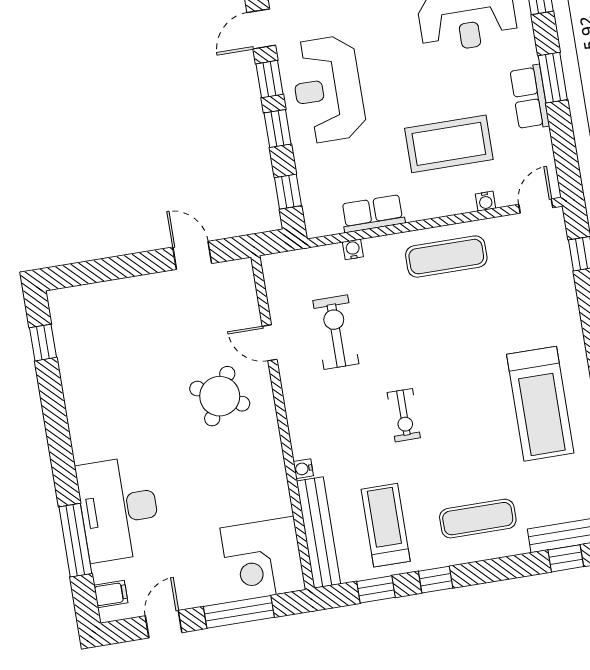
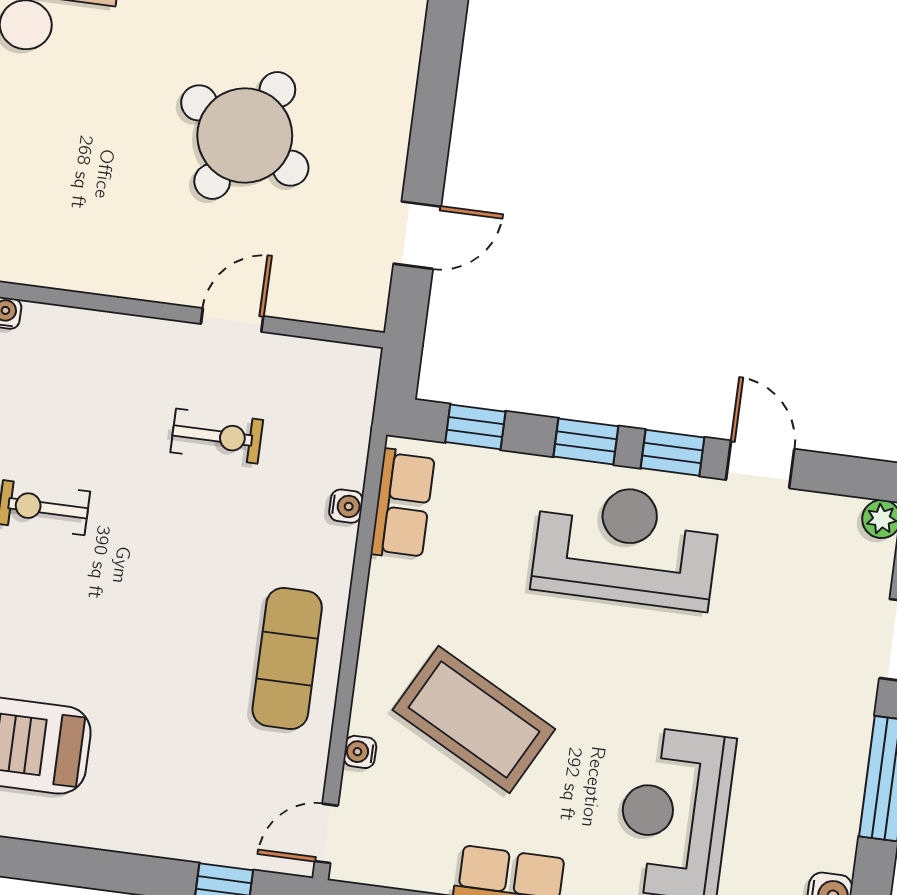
coffee table: (449, 144) -> (474, 719), turned -62
door: (536, 206) -> (326, 833), swing flipped
row of seats: (373, 214) -> (403, 504), moved
exercise bike: (336, 332) -> (217, 436), width x0.73, depth x0.72
round table: (220, 396) -> (245, 136), moved, width x1.36, depth x1.36

